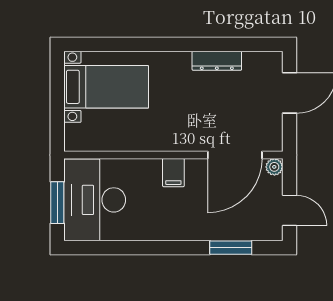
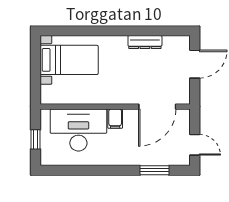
plant: (274, 167) -> (184, 115), removed
desk: (95, 200) -> (78, 130), moved, turned 90
window: (57, 203) -> (35, 139), width x0.67

